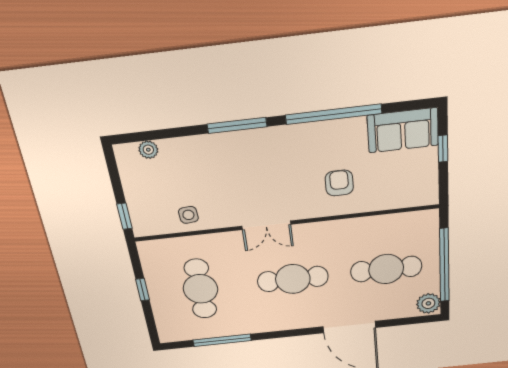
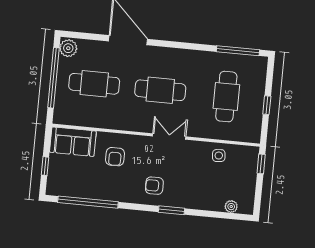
window: (334, 114) -> (88, 202), moved
window: (237, 125) -> (172, 210), width x0.69
sofa: (403, 130) -> (73, 142), moved, turned 180
armchair: (272, 155) -> (154, 186), added
window: (222, 340) -> (238, 51), moved

